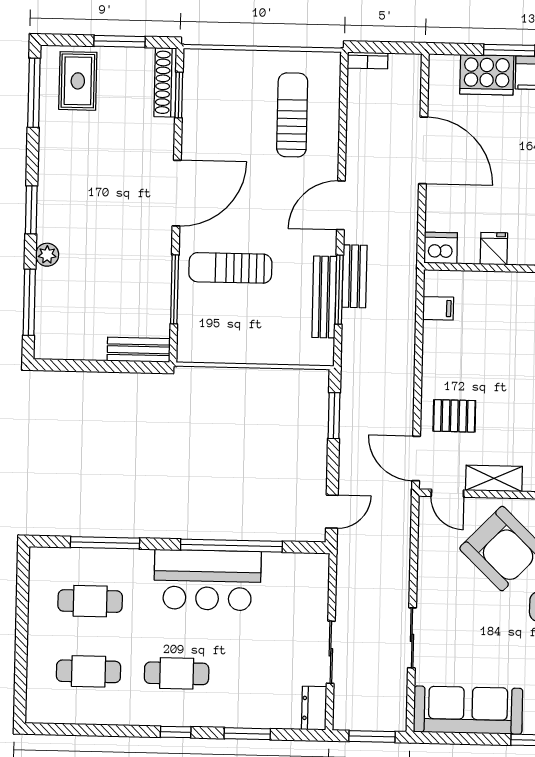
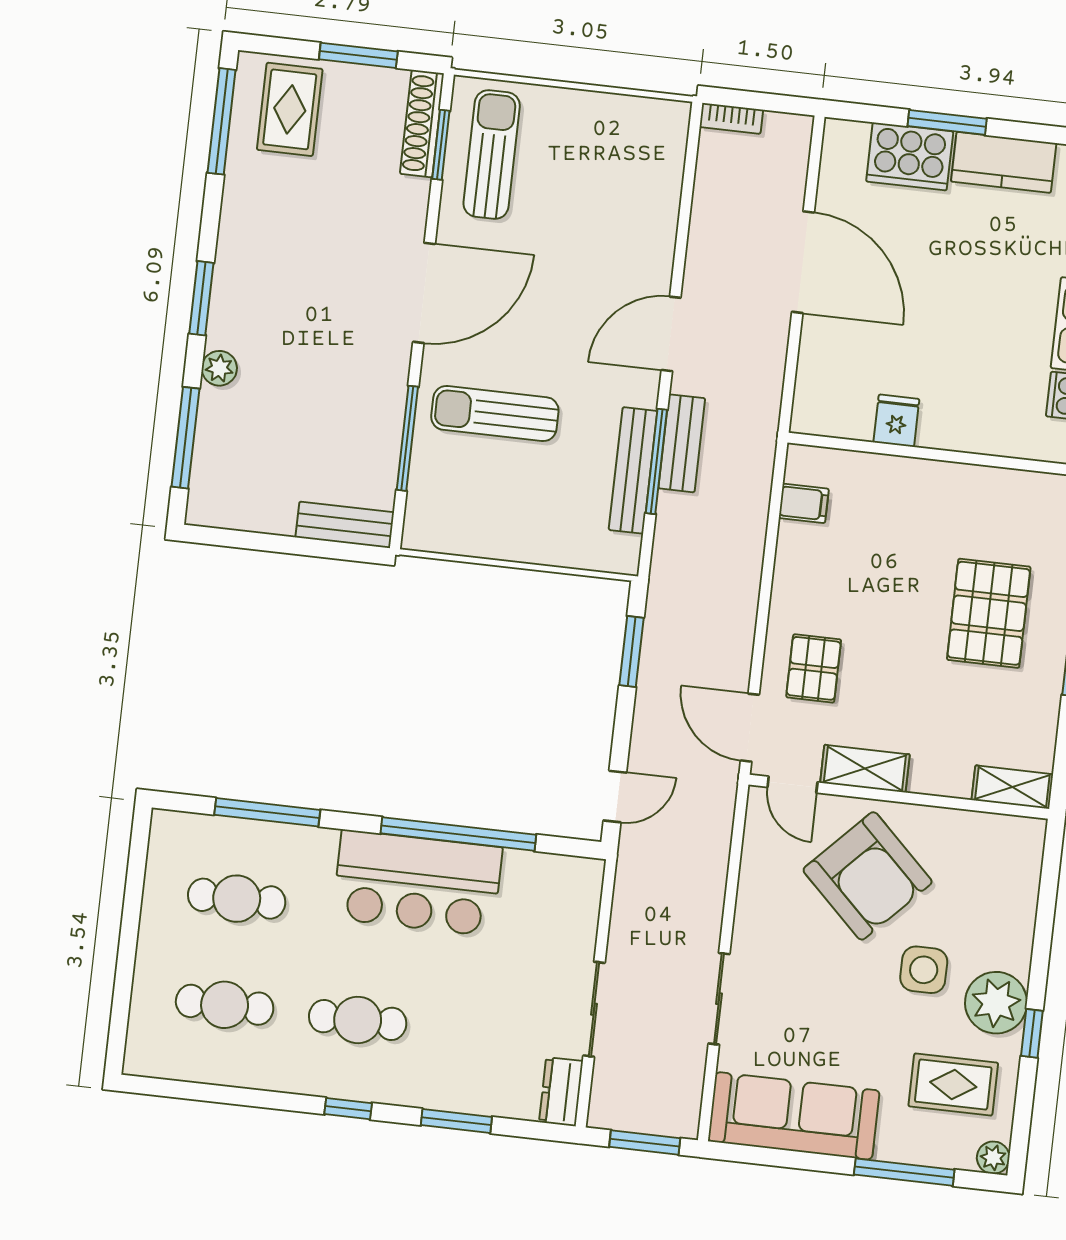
sun lounger: (292, 115) -> (492, 155), moved
dishwasher: (441, 248) -> (816, 412), removed
pallet: (454, 416) -> (814, 668), turned 90

